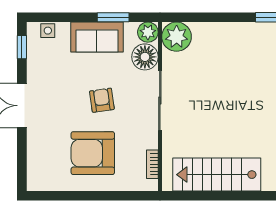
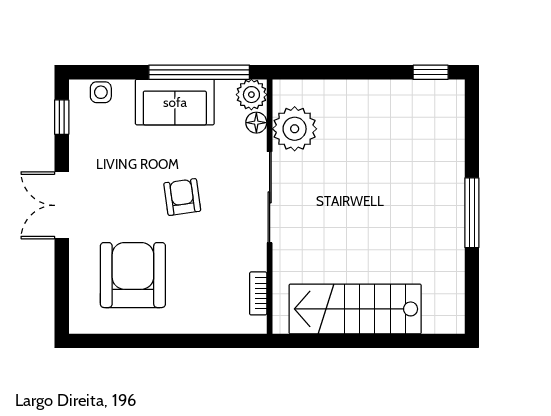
window: (113, 17) -> (199, 72), width x2.11
plant: (177, 37) -> (295, 129), moved
floor lamp: (145, 57) -> (256, 123), width x0.53, depth x0.53
armchair: (93, 153) -> (133, 275), moved, turned 90

